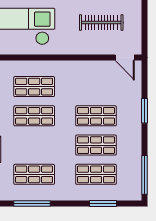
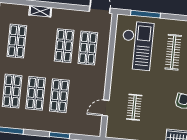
clothes rail: (101, 22) -> (134, 107), width x0.73
door: (125, 58) -> (106, 108), moved

